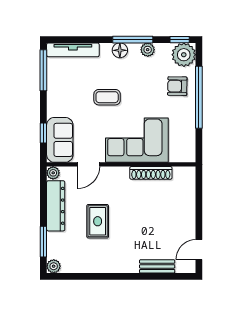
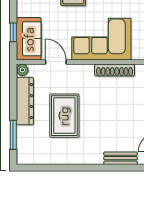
door: (89, 164) -> (56, 62), swing flipped
rug: (98, 221) -> (64, 116), width x1.36, depth x1.43
plant: (54, 266) -> (23, 158), removed

